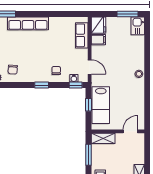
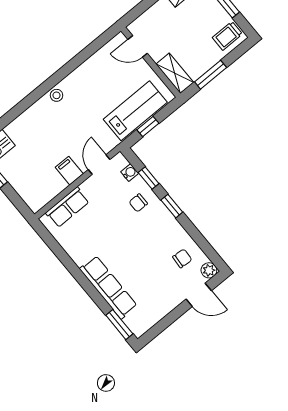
fridge: (98, 25) -> (37, 197), removed
filing cabinet: (98, 40) -> (69, 171), moved
window: (76, 85) -> (149, 178), moved

